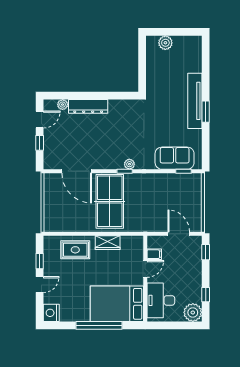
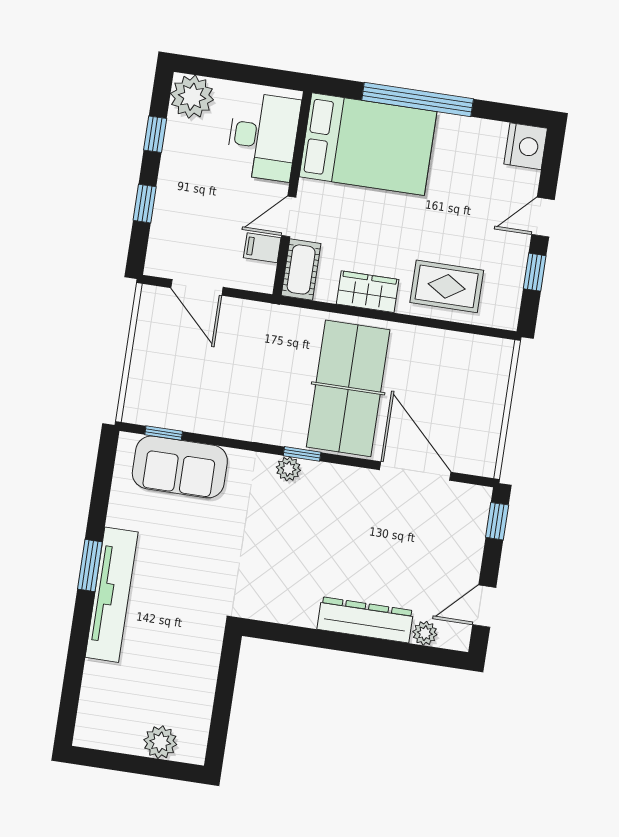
window: (40, 143) -> (497, 521), moved
cot: (137, 248) -> (301, 269), added
window: (206, 252) -> (145, 204), moved

